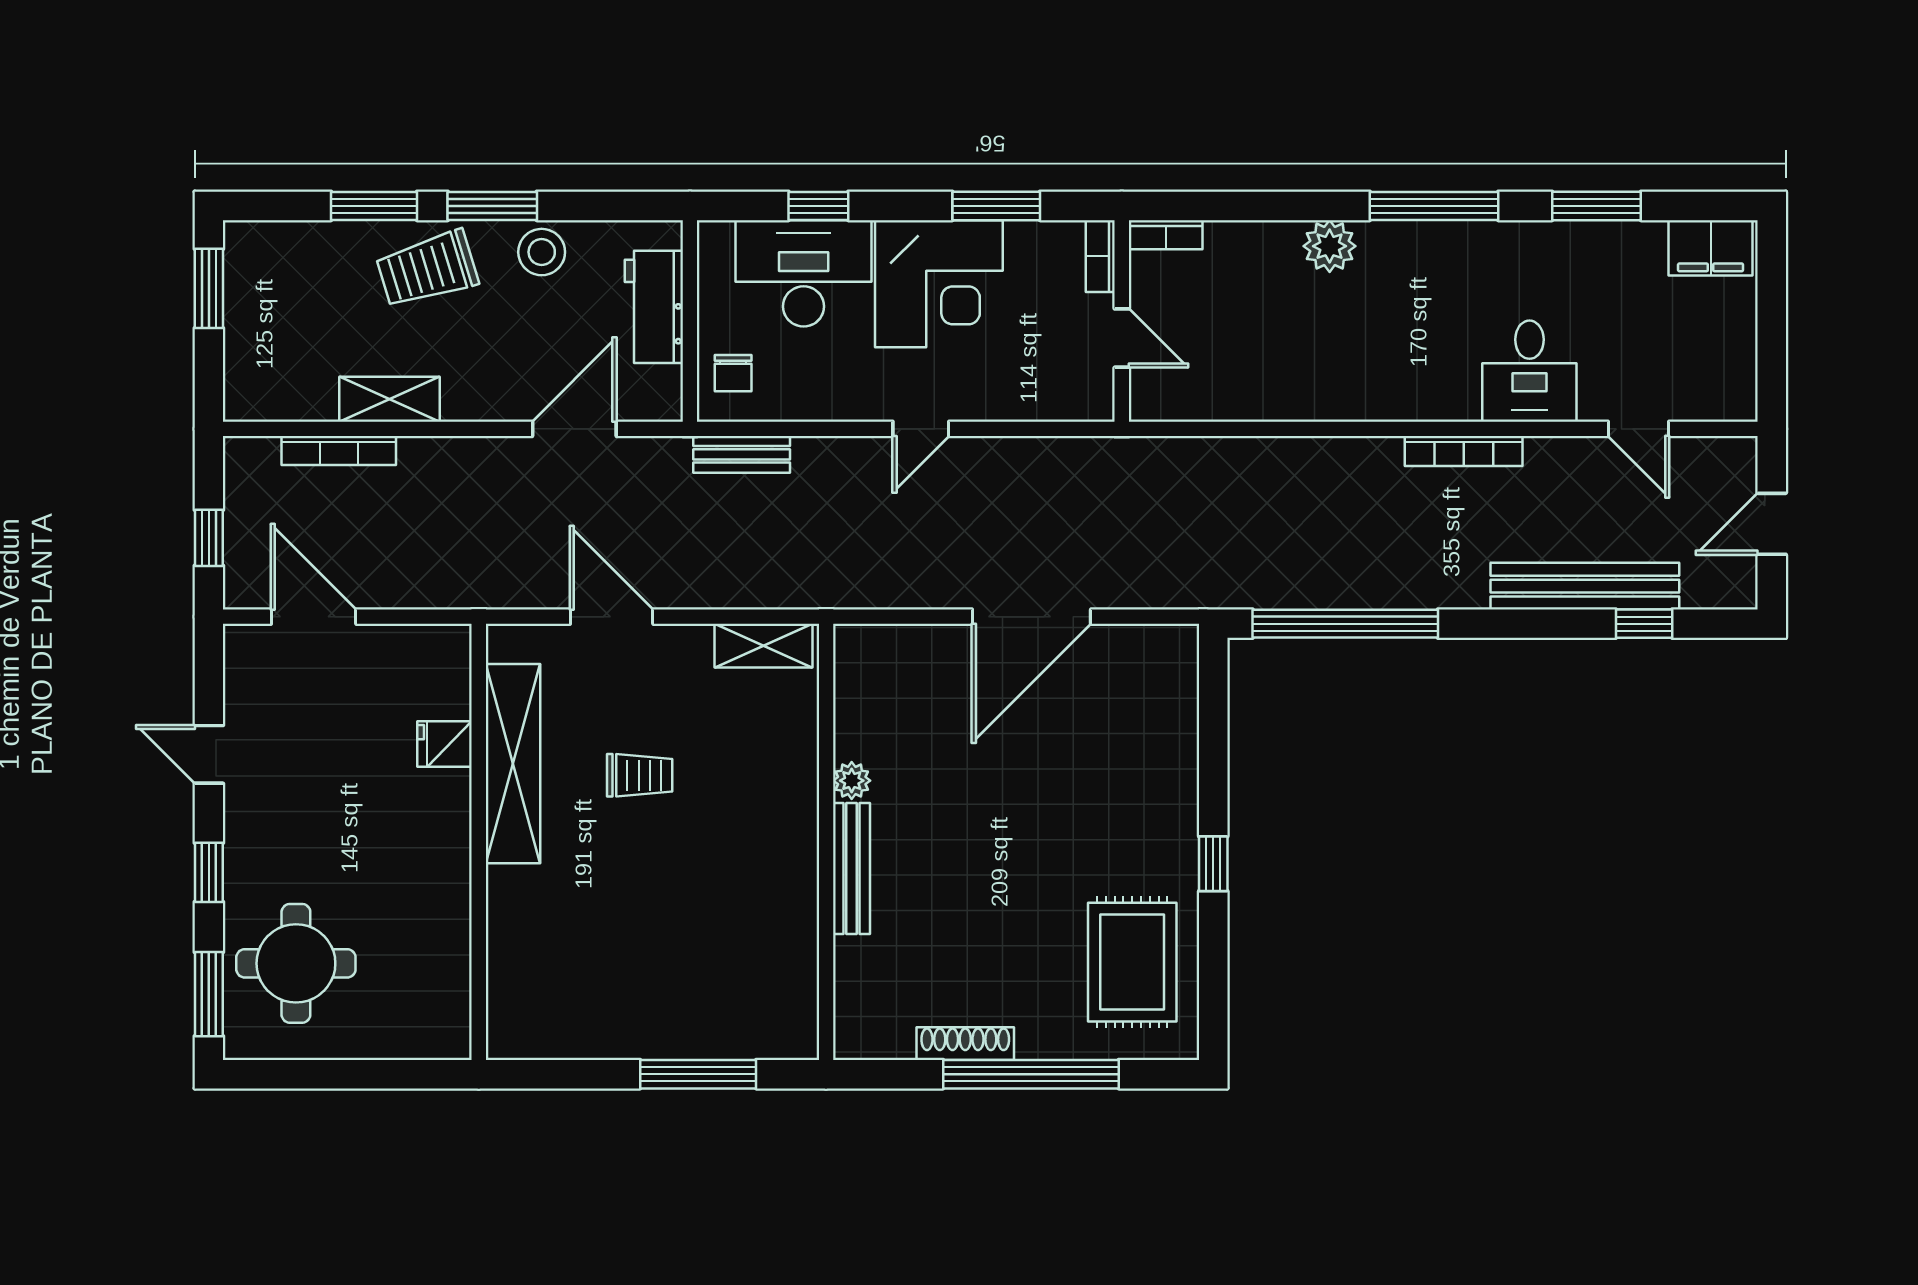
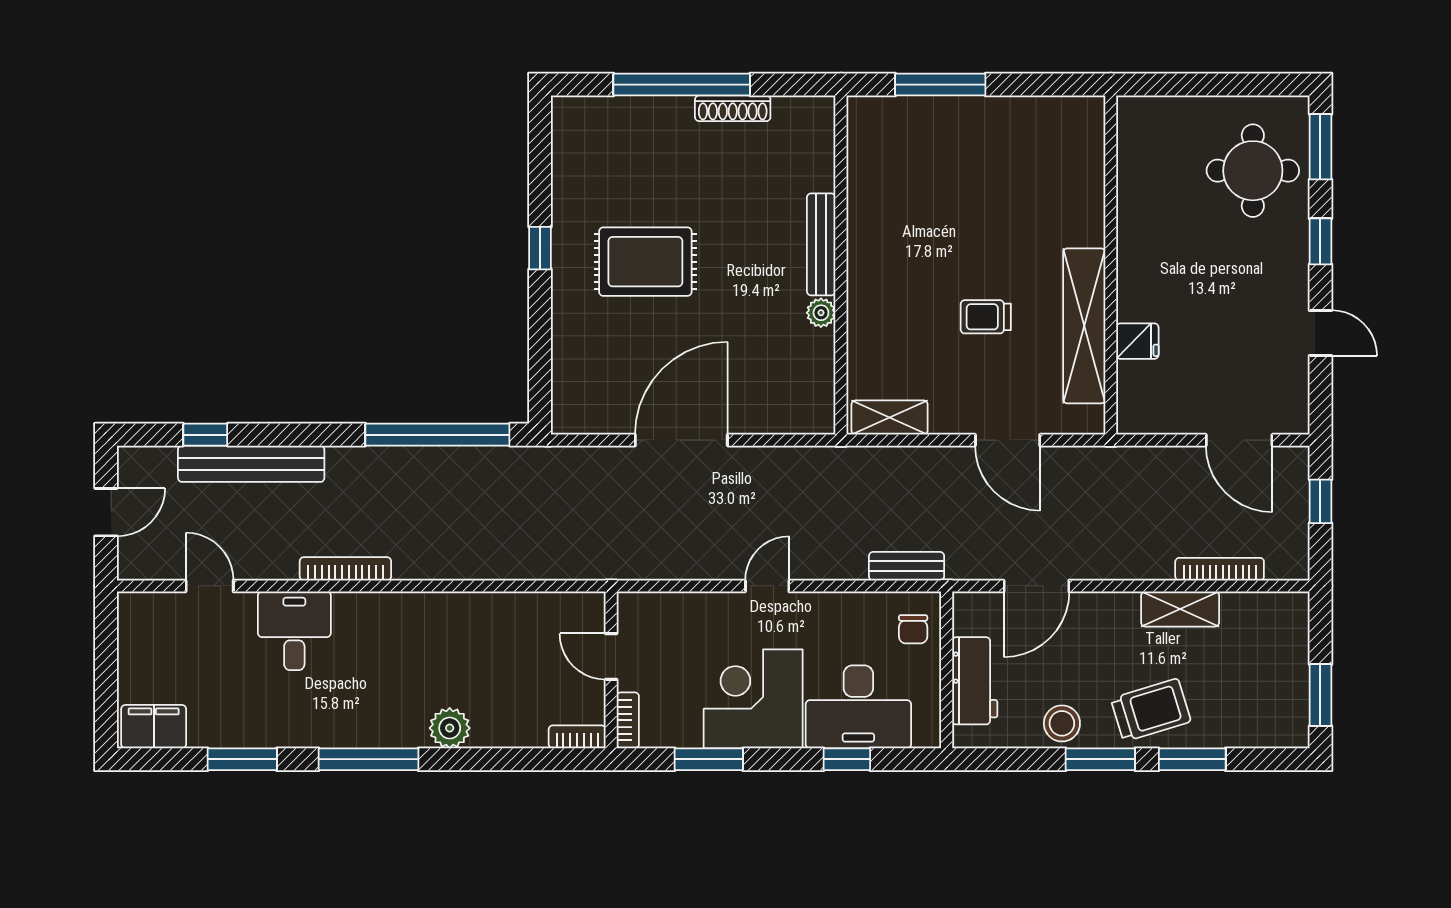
chair: (733, 373) -> (913, 629), turned 180
rug: (1132, 962) -> (645, 262), moved, turned 90

